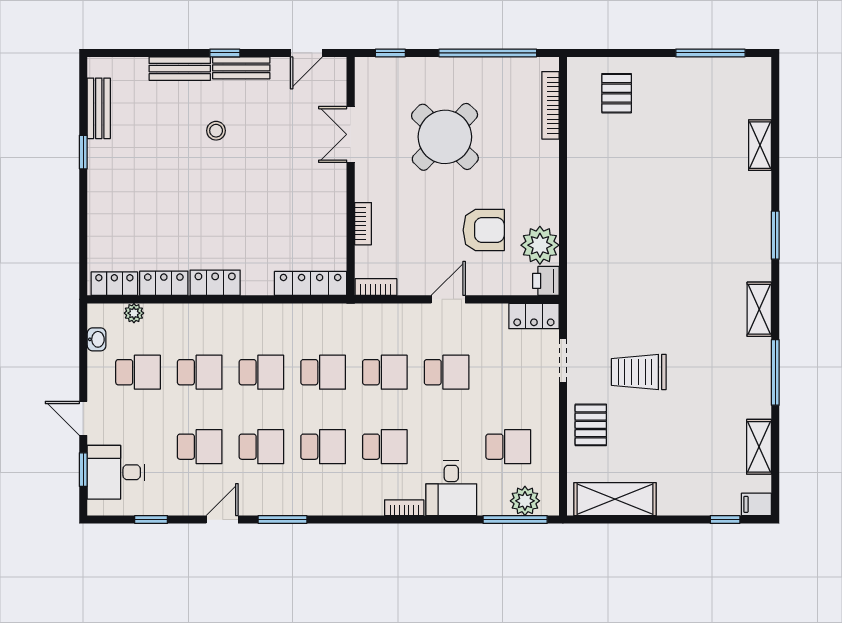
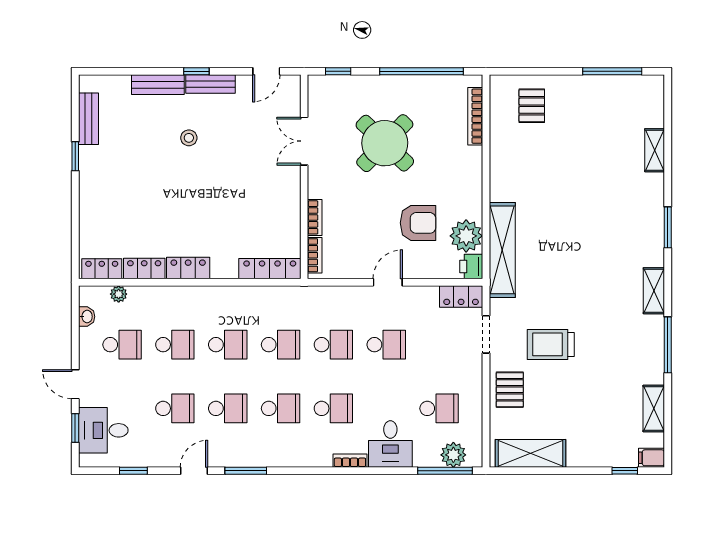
shelving: (582, 262) -> (502, 250), added
bookcase: (376, 287) -> (315, 255), moved, turned 90

